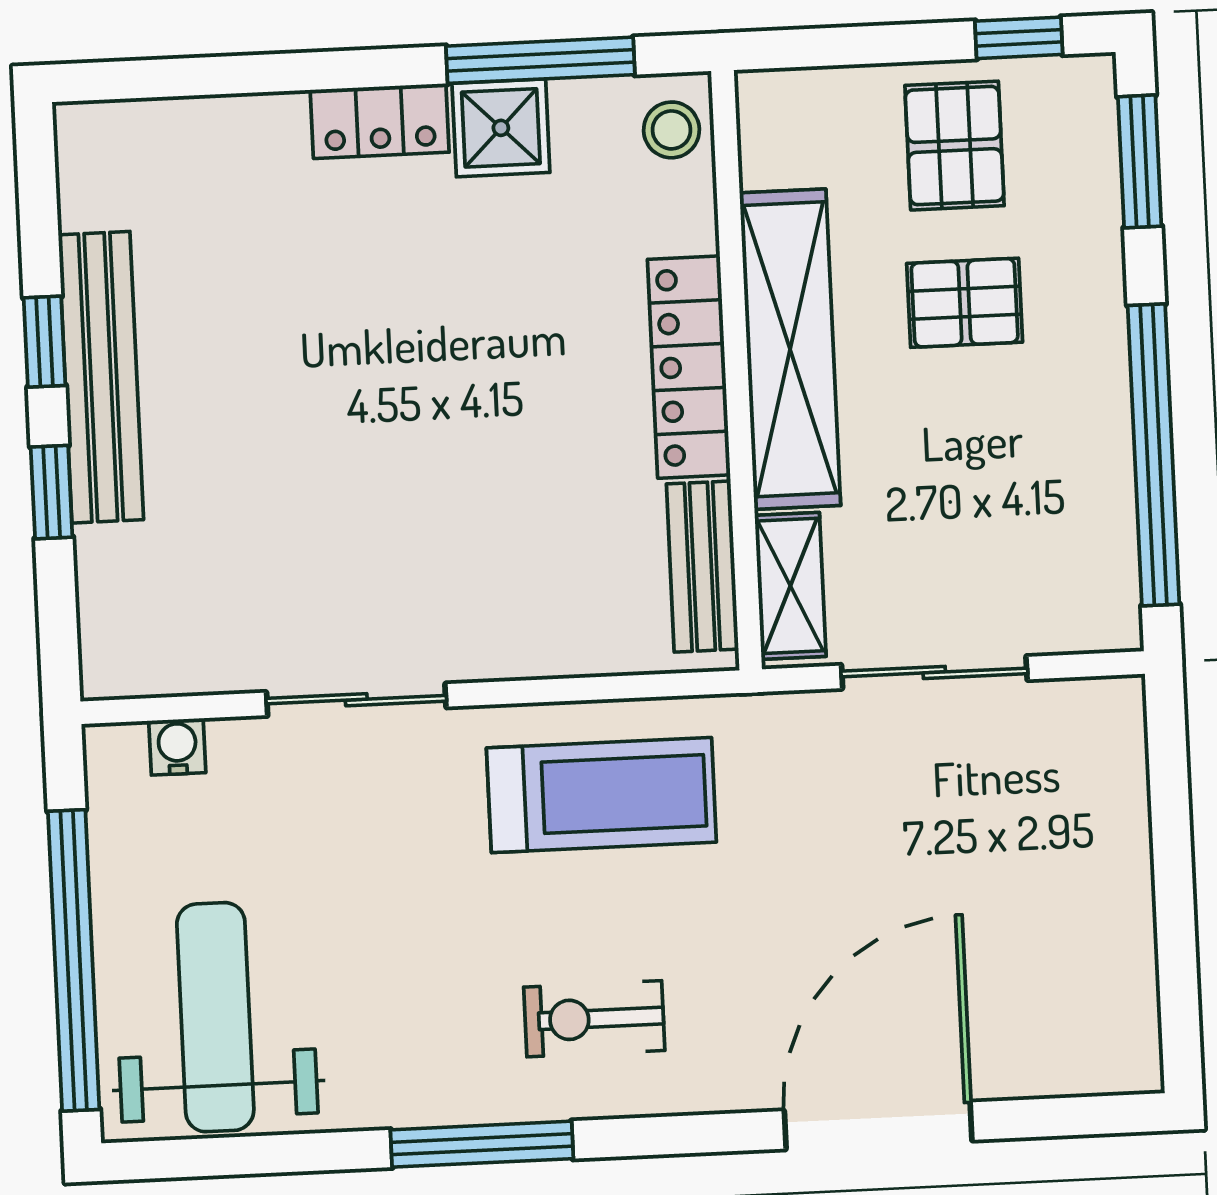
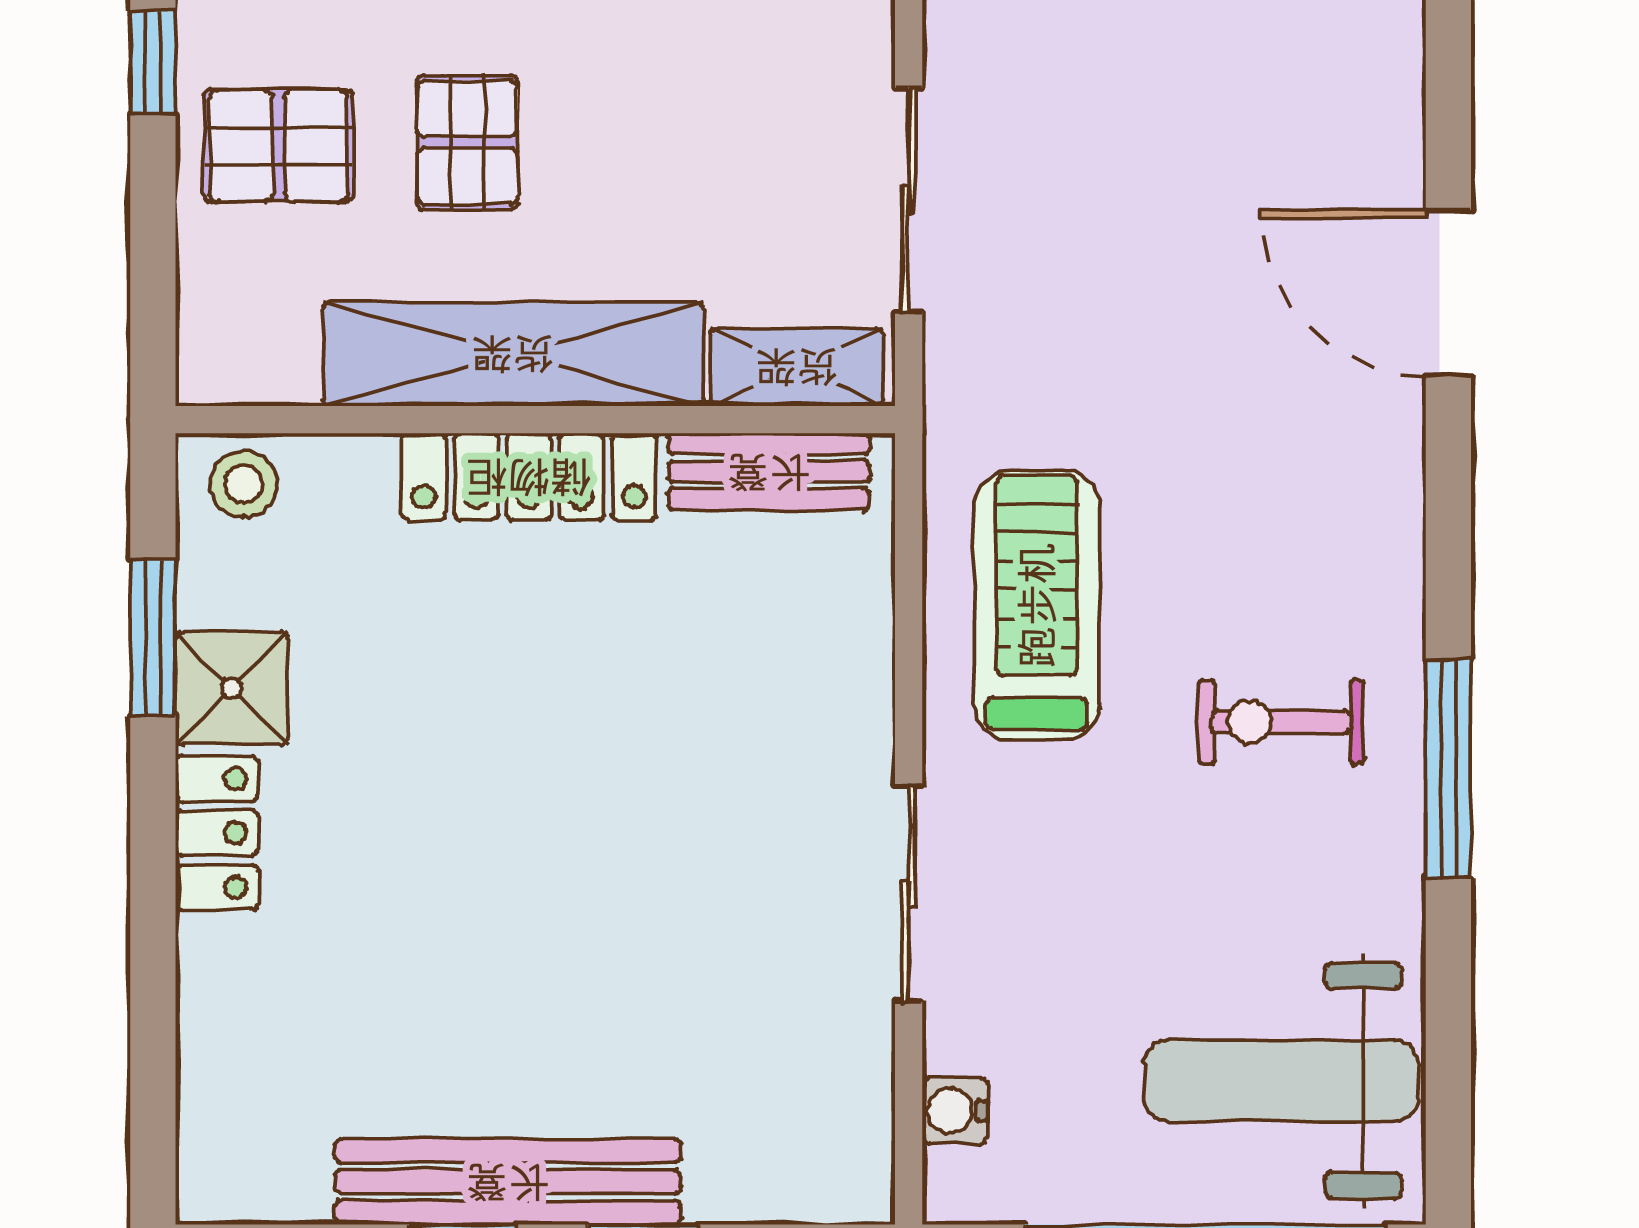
window: (540, 60) -> (153, 637), width x0.69
exercise bike: (594, 1019) -> (1281, 722), moved, turned 90
door: (878, 1126) -> (1448, 293), width x0.73

